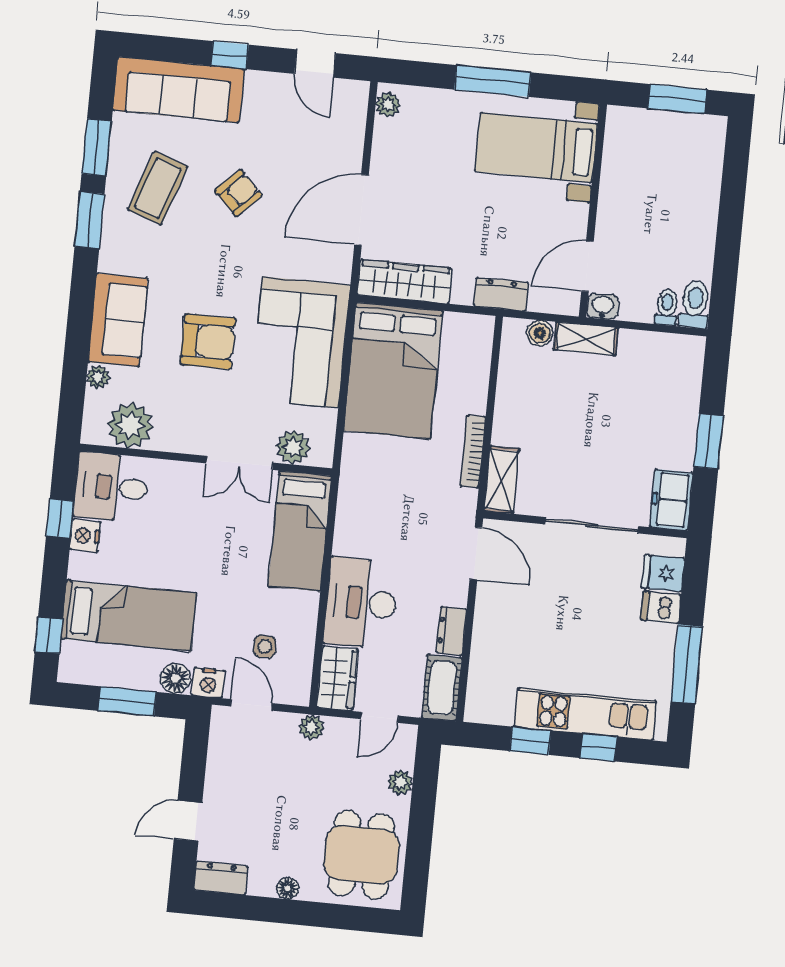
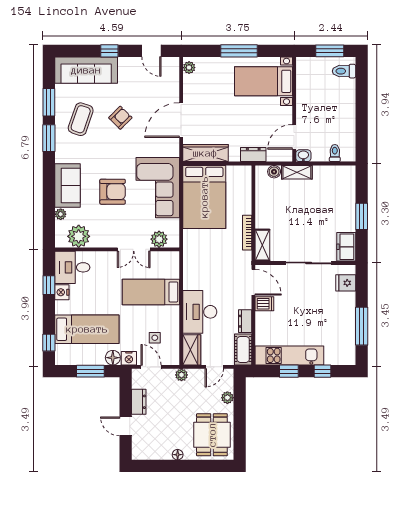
toilet: (695, 304) -> (344, 71), moved, turned -90
bed: (300, 531) -> (151, 292), moved, turned 90
dishwasher: (661, 607) -> (264, 304), moved, turned 180
kitchen unit: (585, 714) -> (289, 355), moved
door: (188, 821) -> (126, 426), hinge flipped
dresser: (221, 878) -> (139, 402), moved, turned 90

